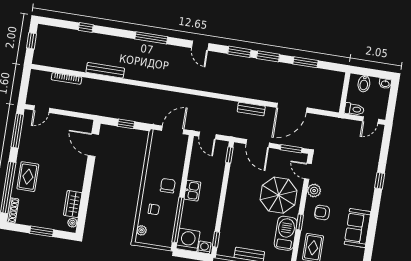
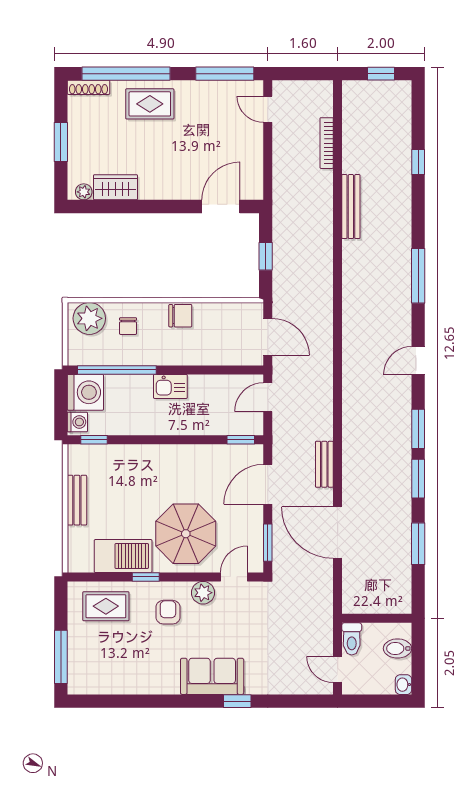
chair: (168, 186) -> (180, 316), moved
sofa: (358, 228) -> (212, 676), moved
plant: (142, 230) -> (89, 318), width x1.87, depth x1.87

